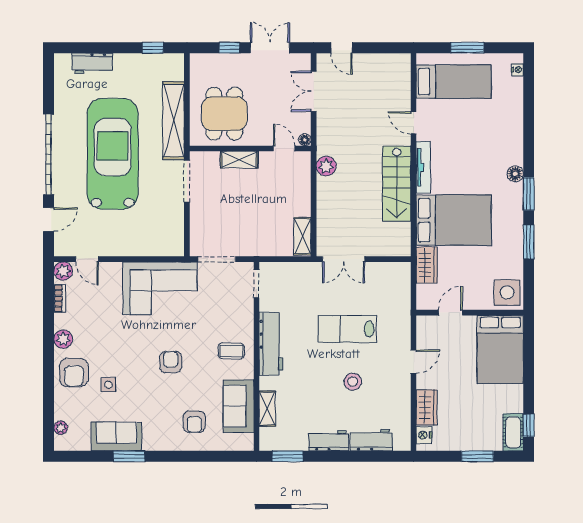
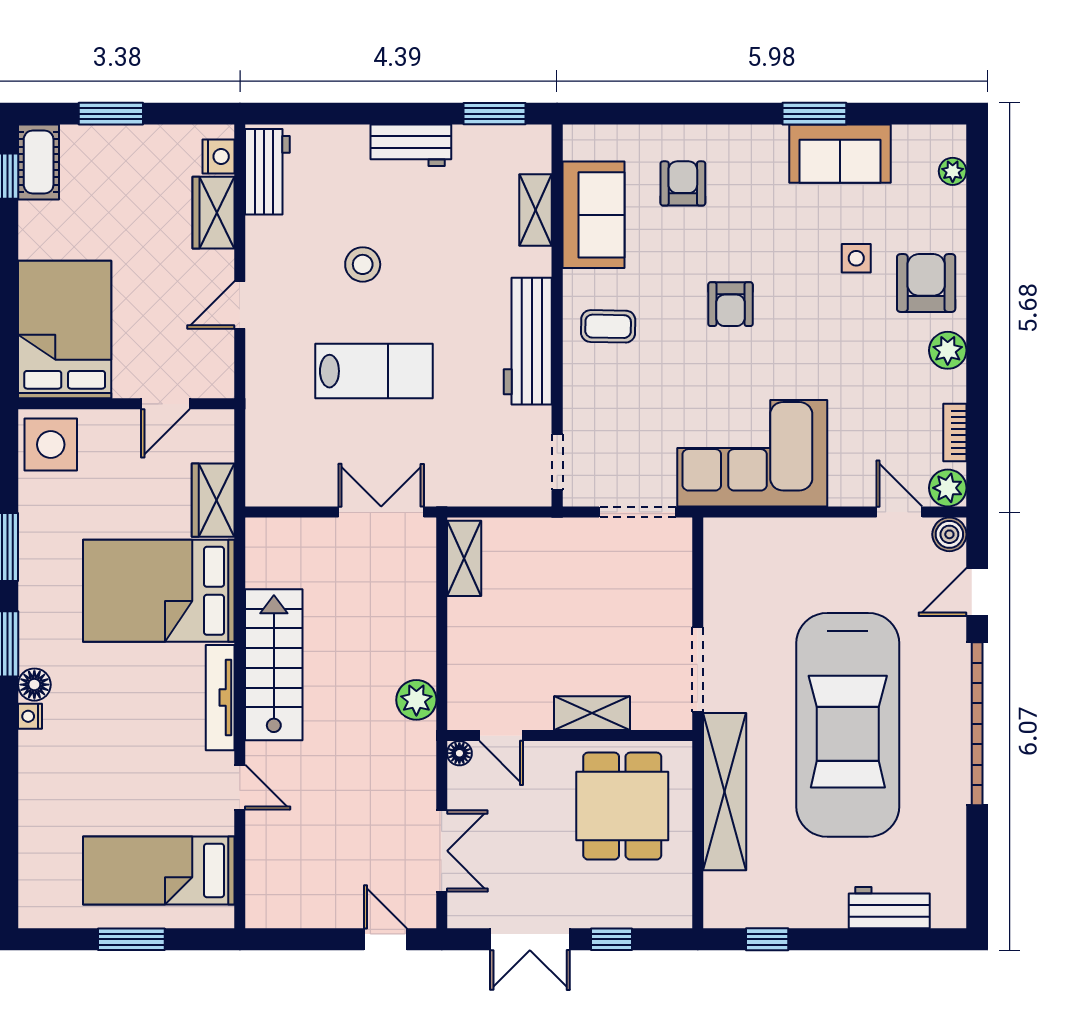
nightstand: (517, 70) -> (30, 716), moved
boiler: (62, 248) -> (949, 534), added
workbench: (371, 440) -> (267, 172), moved, turned -90

